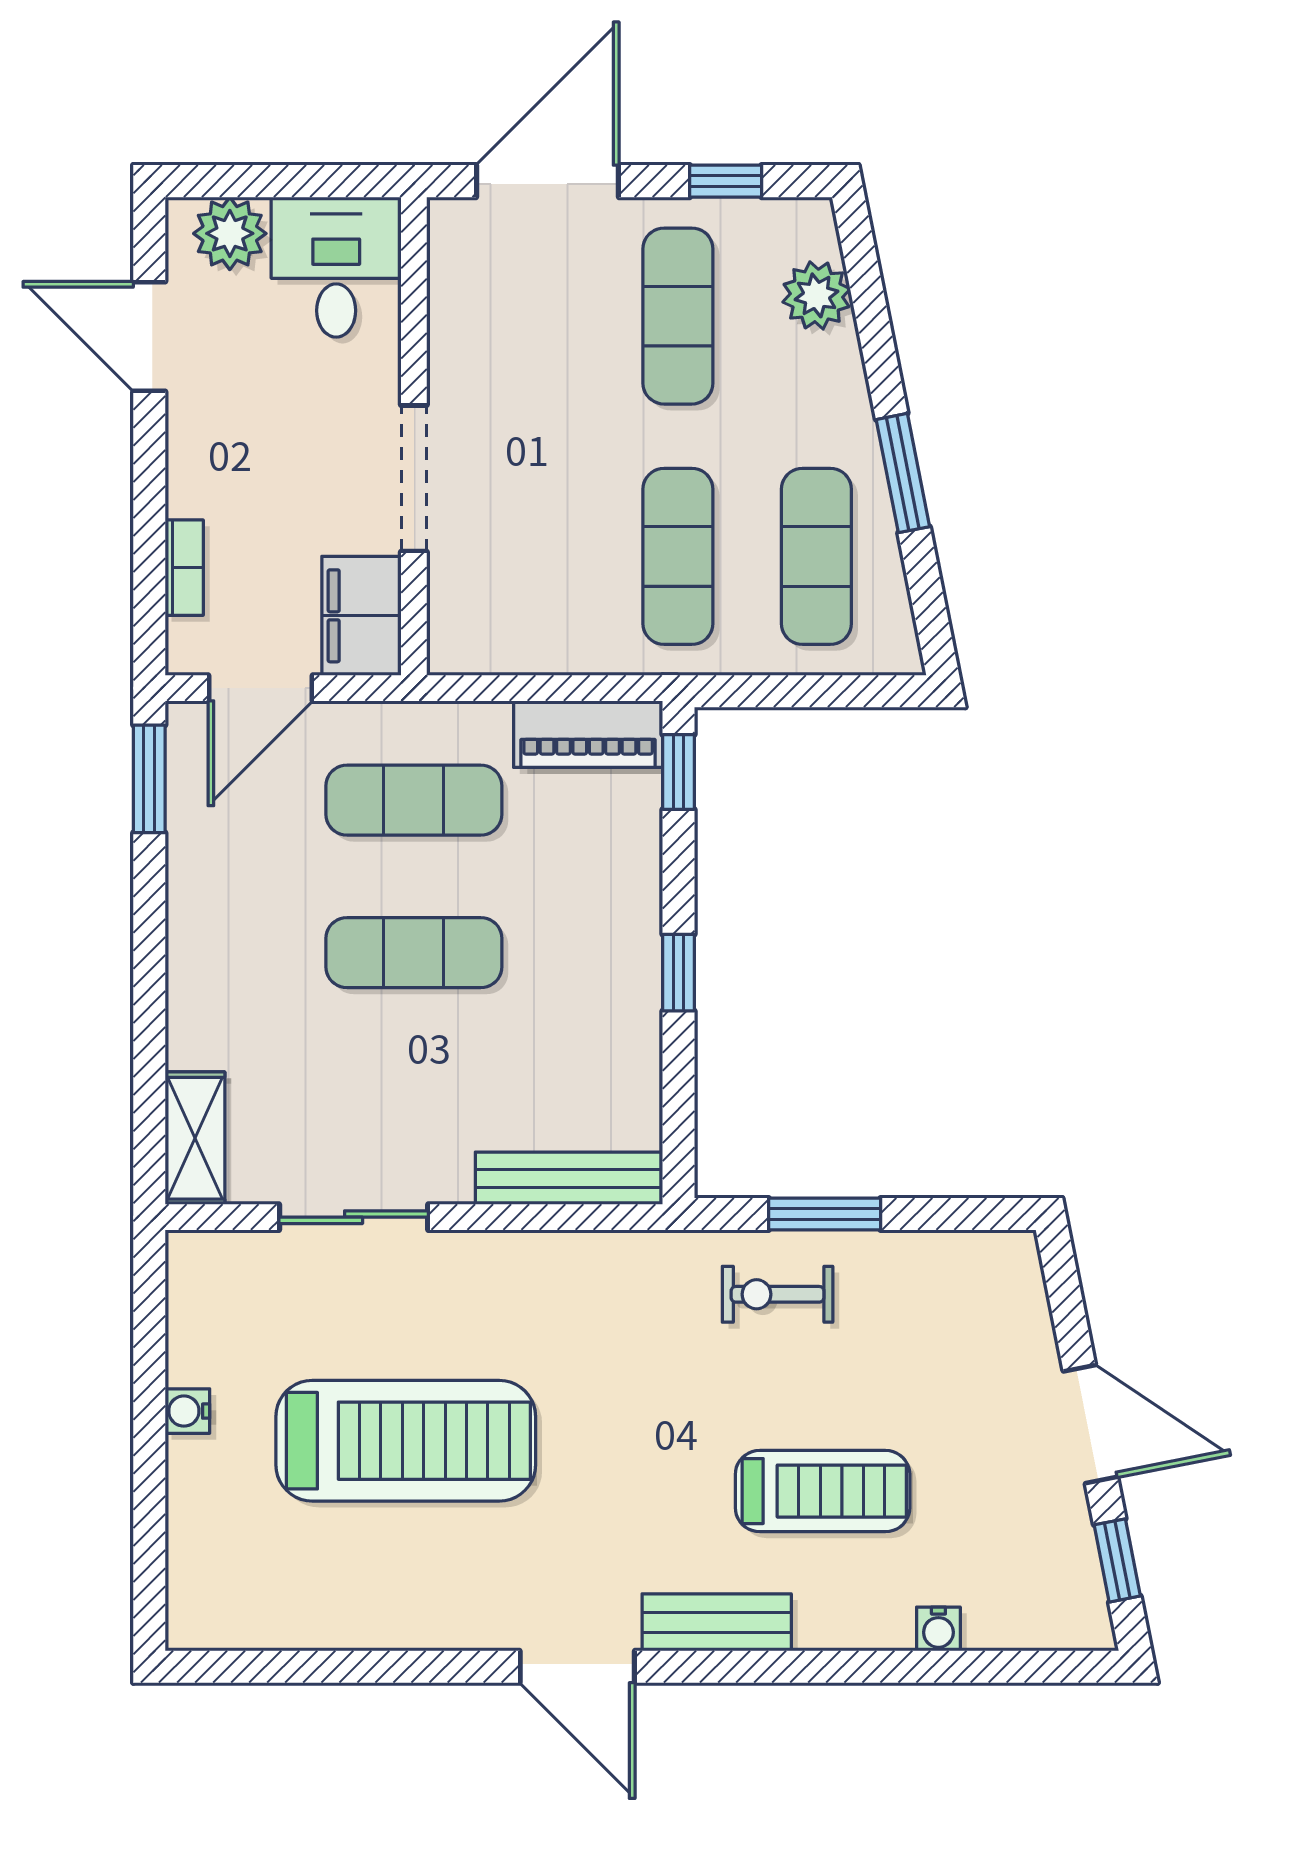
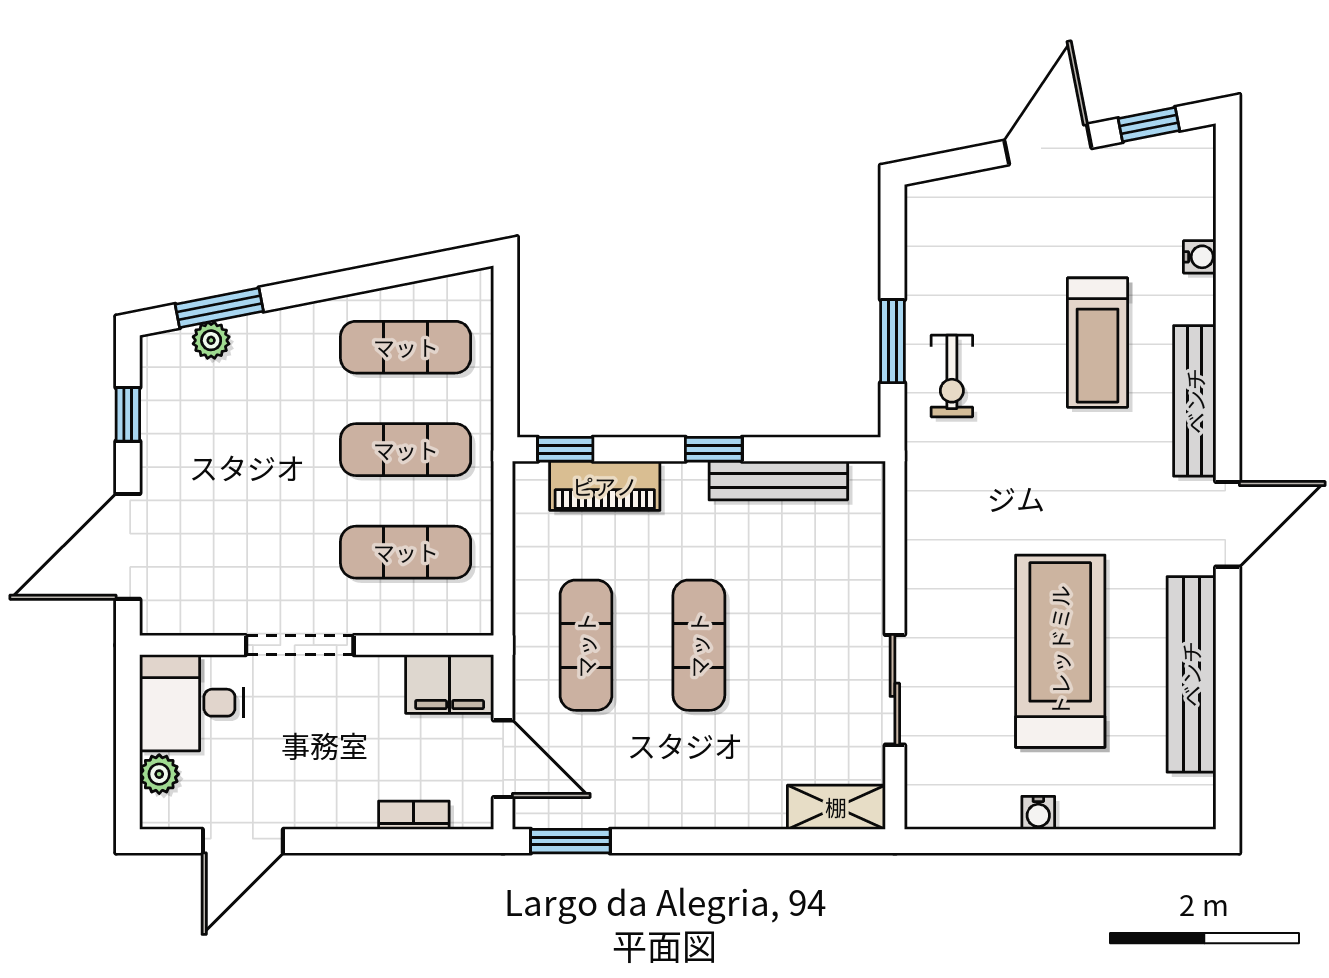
door: (547, 181) -> (128, 546), hinge flipped
plant: (230, 233) -> (159, 774), width x0.73, depth x0.73
plant: (817, 295) -> (211, 340), width x0.73, depth x0.73
exercise mat: (678, 316) -> (406, 552), moved
window: (903, 473) -> (219, 308), moved
doorway: (414, 478) -> (300, 645), moved
piano: (588, 734) -> (605, 486), moved, turned 90
bench: (569, 1178) -> (778, 481), moved, turned 90
treadmill: (823, 1491) -> (1097, 343), turned 180
bench: (374, 1618) -> (1191, 674), added
bench: (717, 1622) -> (1195, 401), width x1.36

